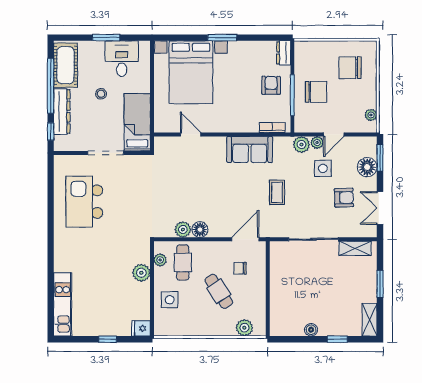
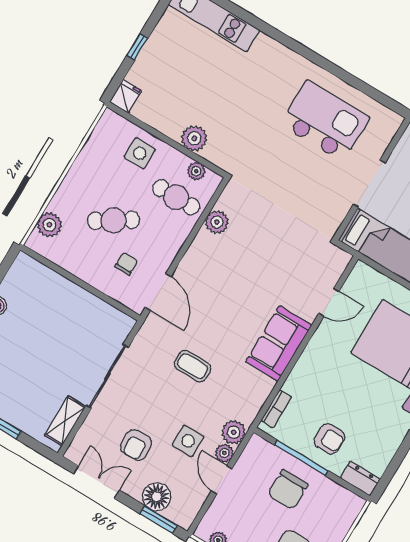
sofa: (250, 149) -> (279, 343), moved
floor lamp: (200, 230) -> (204, 243), removed

